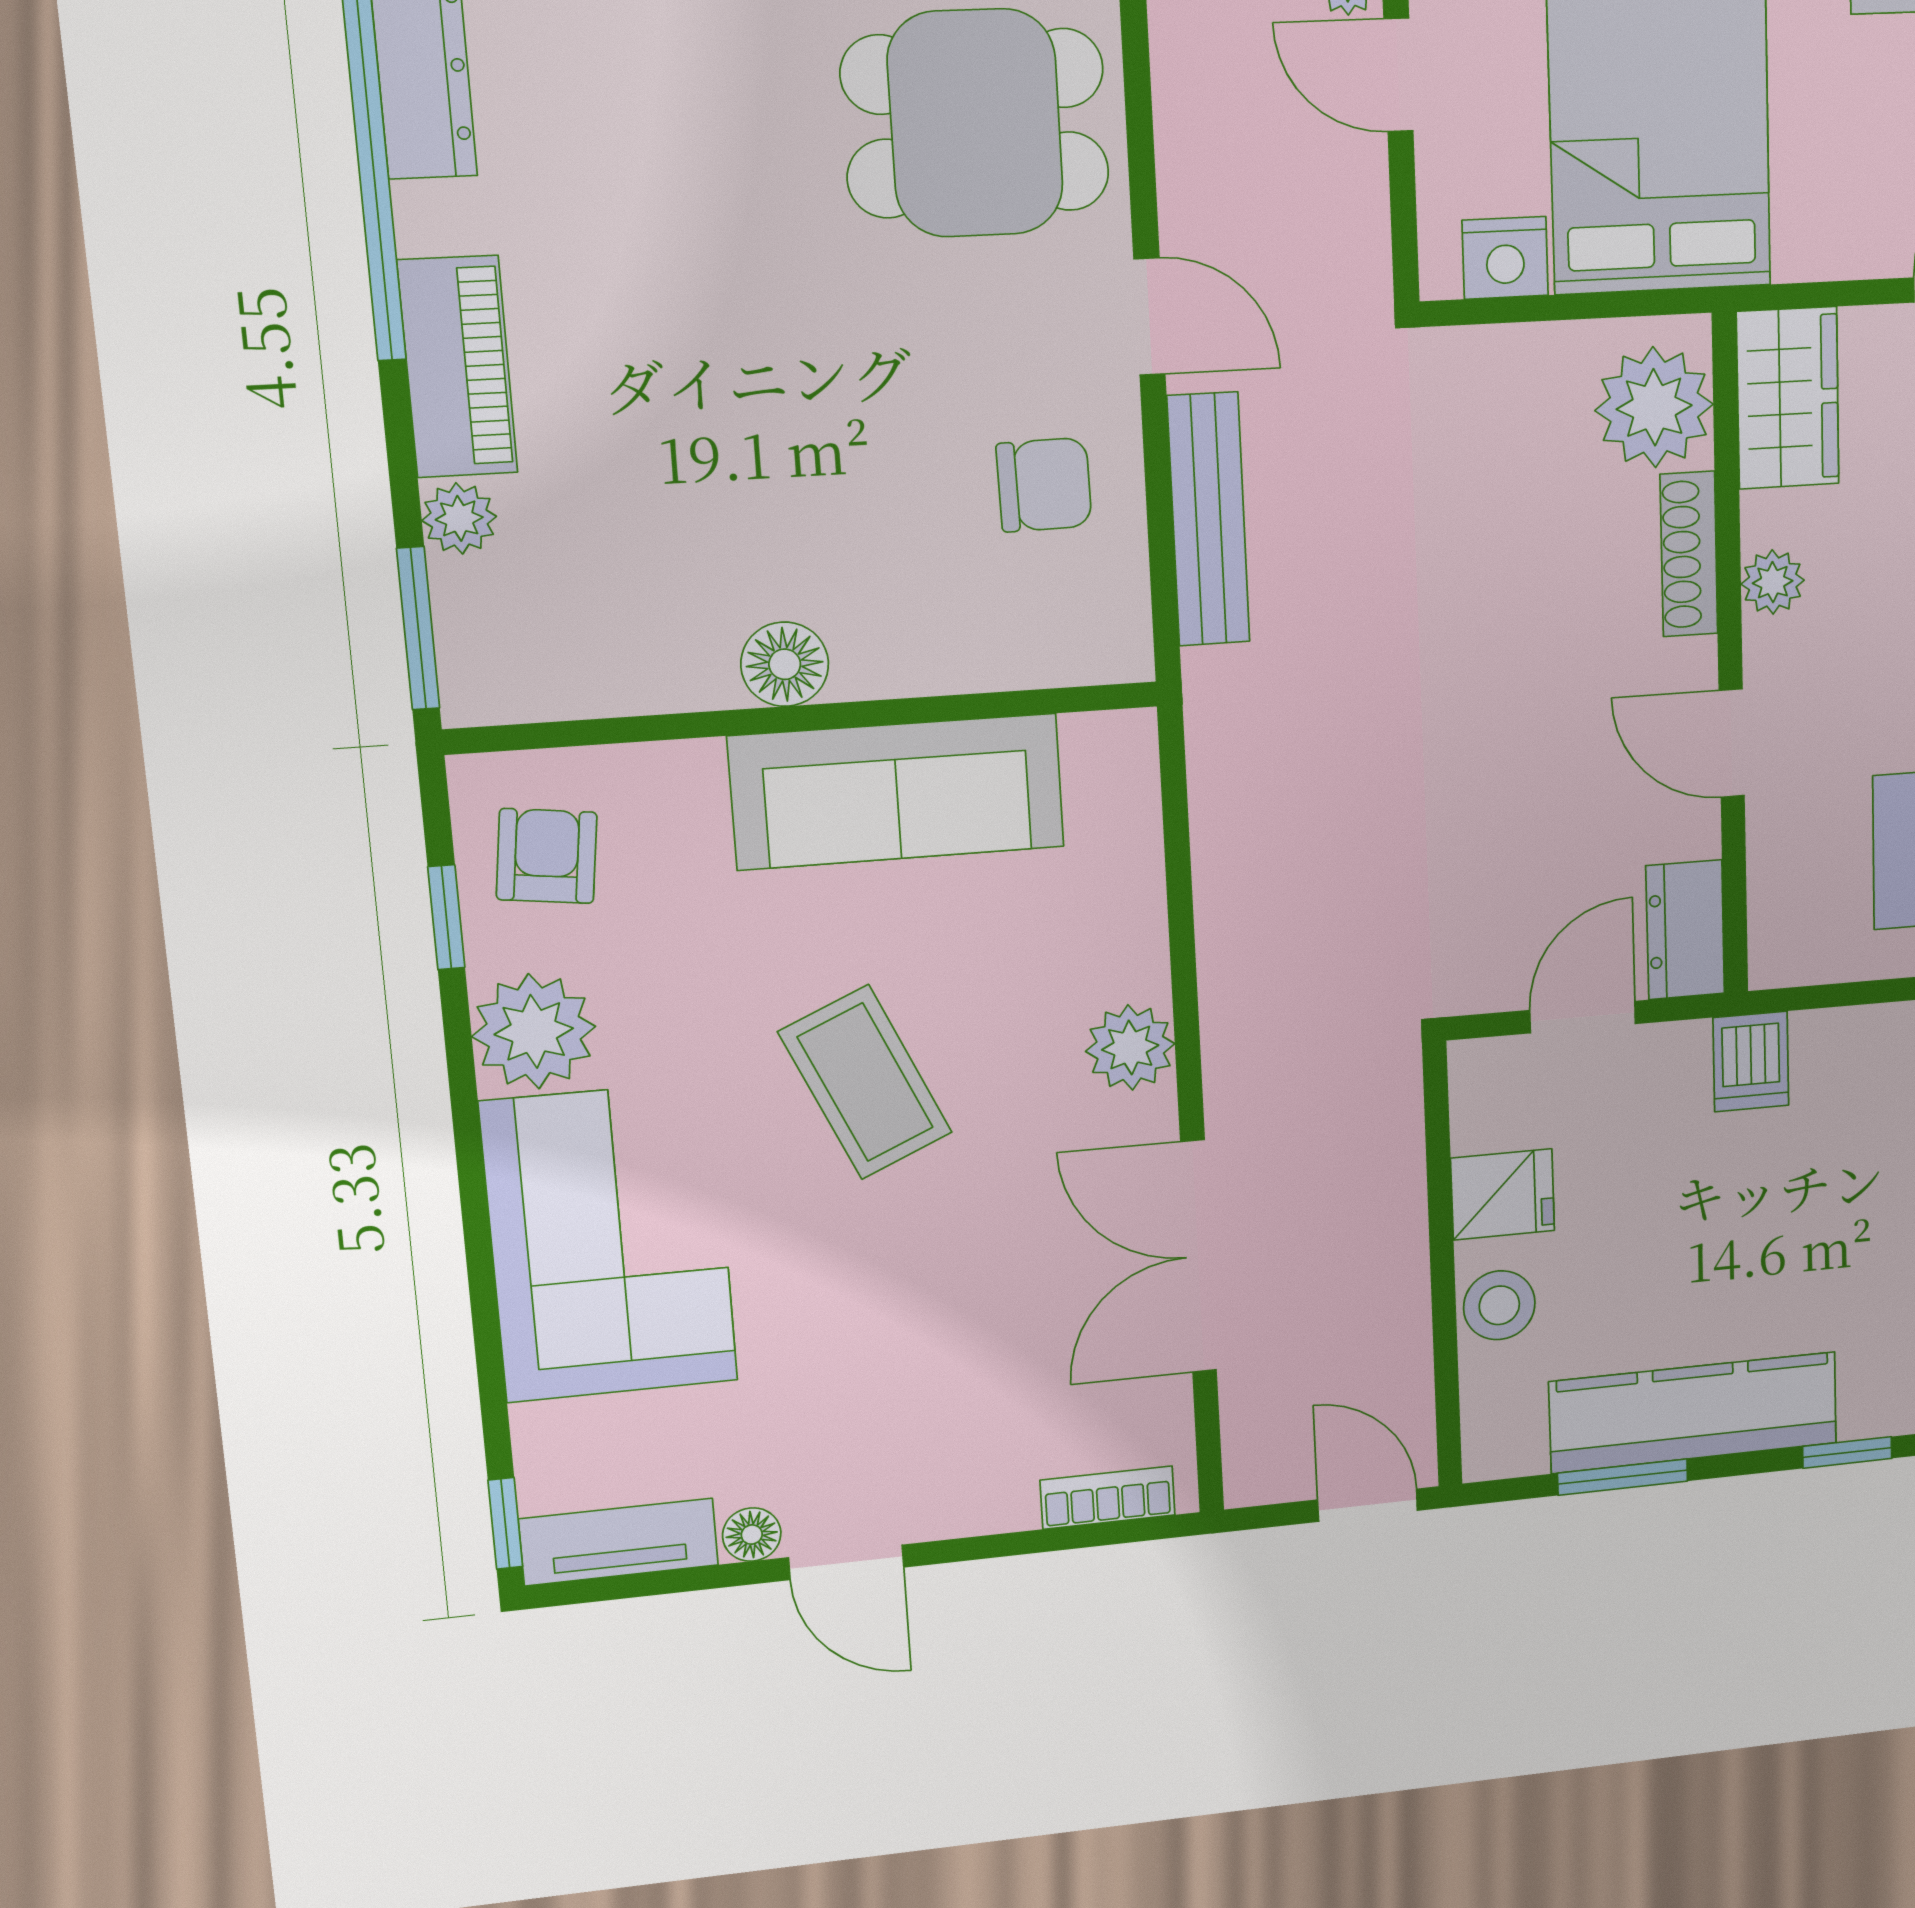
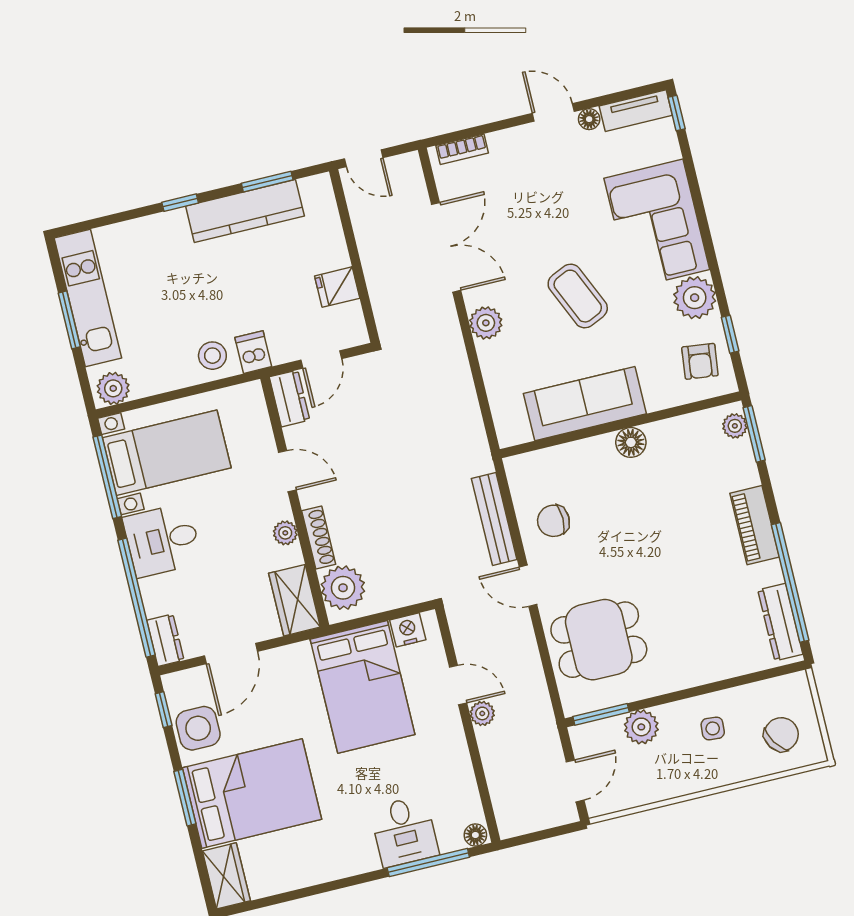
plant: (459, 518) -> (735, 426), moved
stool: (1499, 1305) -> (212, 356), moved

